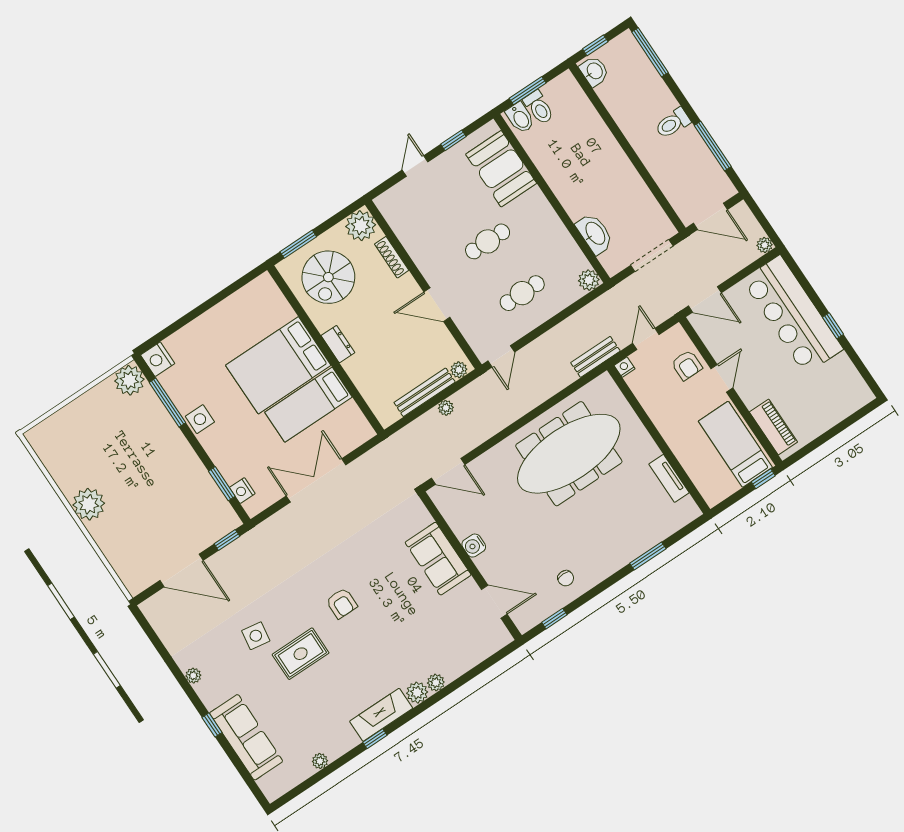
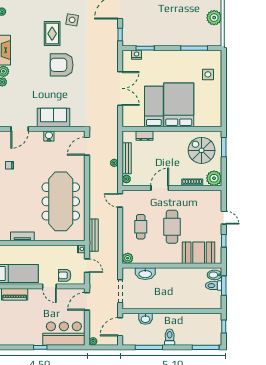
washbasin: (594, 71) -> (145, 319), moved
cafe table: (488, 241) -> (172, 227), width x1.37, depth x1.35
bar counter: (793, 315) -> (64, 334), width x0.73
dresser: (338, 344) -> (144, 136), moved
bench: (595, 357) -> (94, 235), width x1.36
nightstand: (158, 359) -> (215, 56), removed
plant: (129, 380) -> (214, 18), moved
side table: (200, 419) -> (208, 74), moved
armchair: (342, 603) -> (62, 65), width x1.88, depth x1.88

